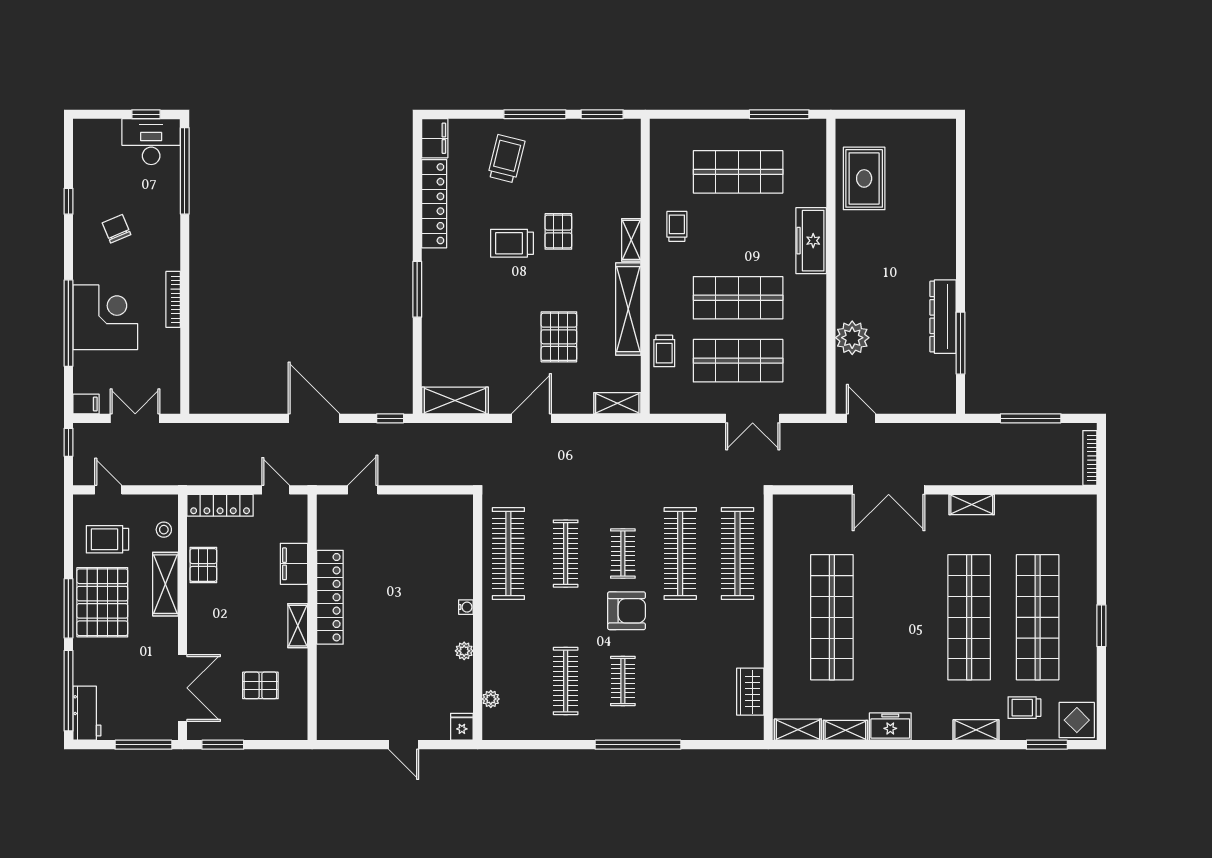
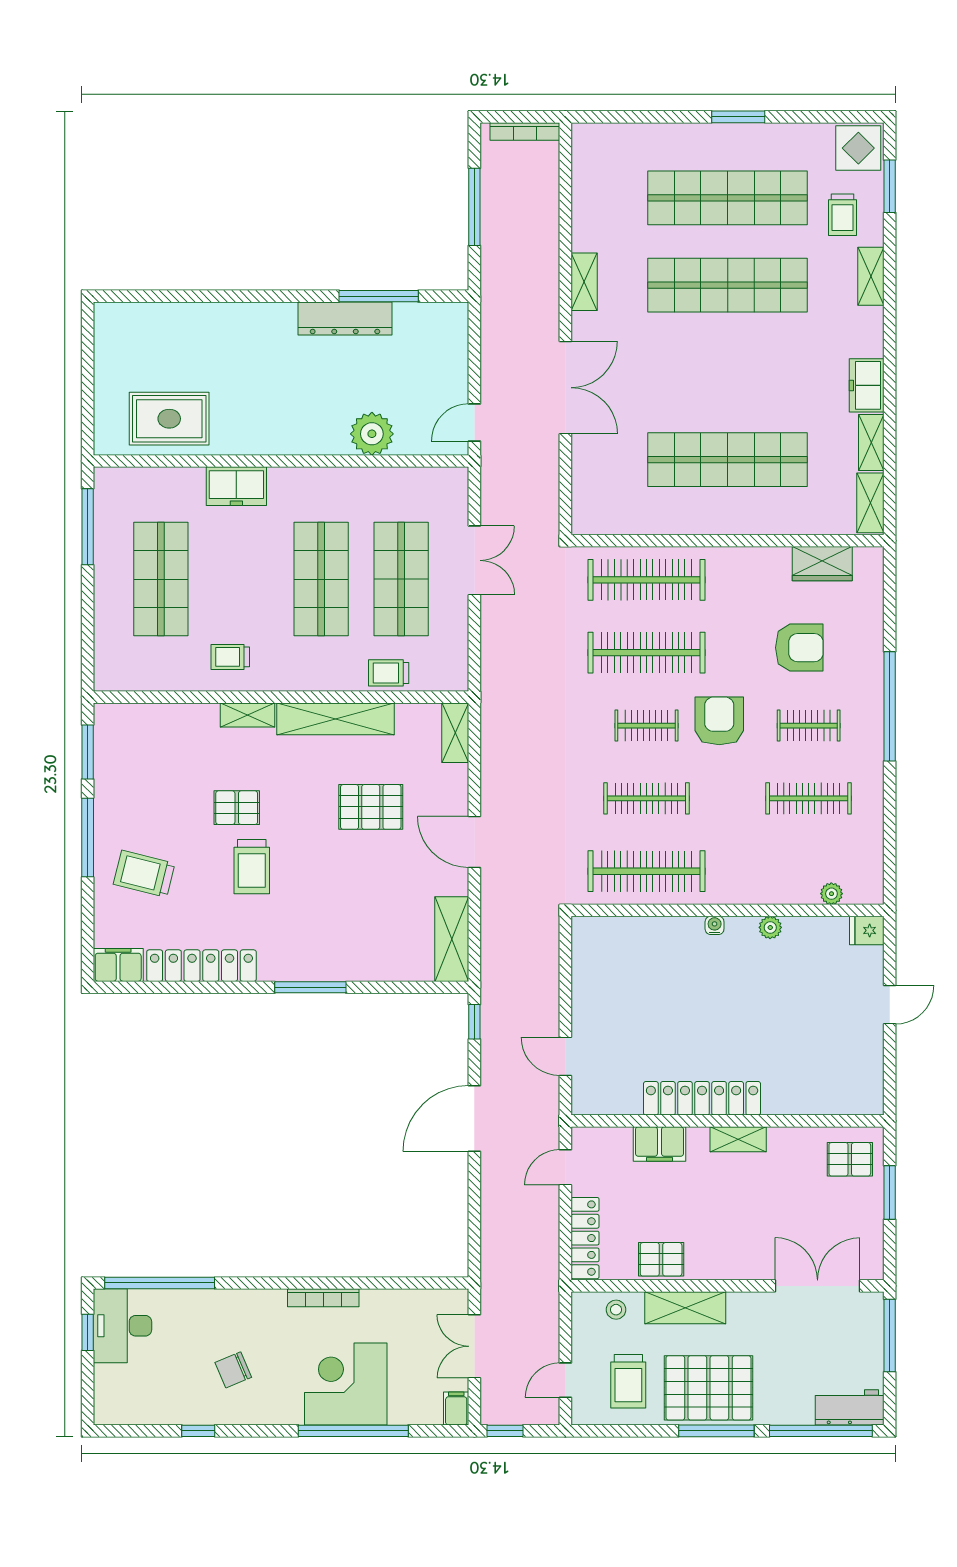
freezer: (811, 241) -> (236, 486), width x0.71
trolley: (664, 351) -> (389, 673), turned 180
armchair: (684, 674) -> (799, 648), added
pallet: (260, 685) -> (850, 1159), moved, turned 90
window: (223, 745) -> (890, 1193), moved

